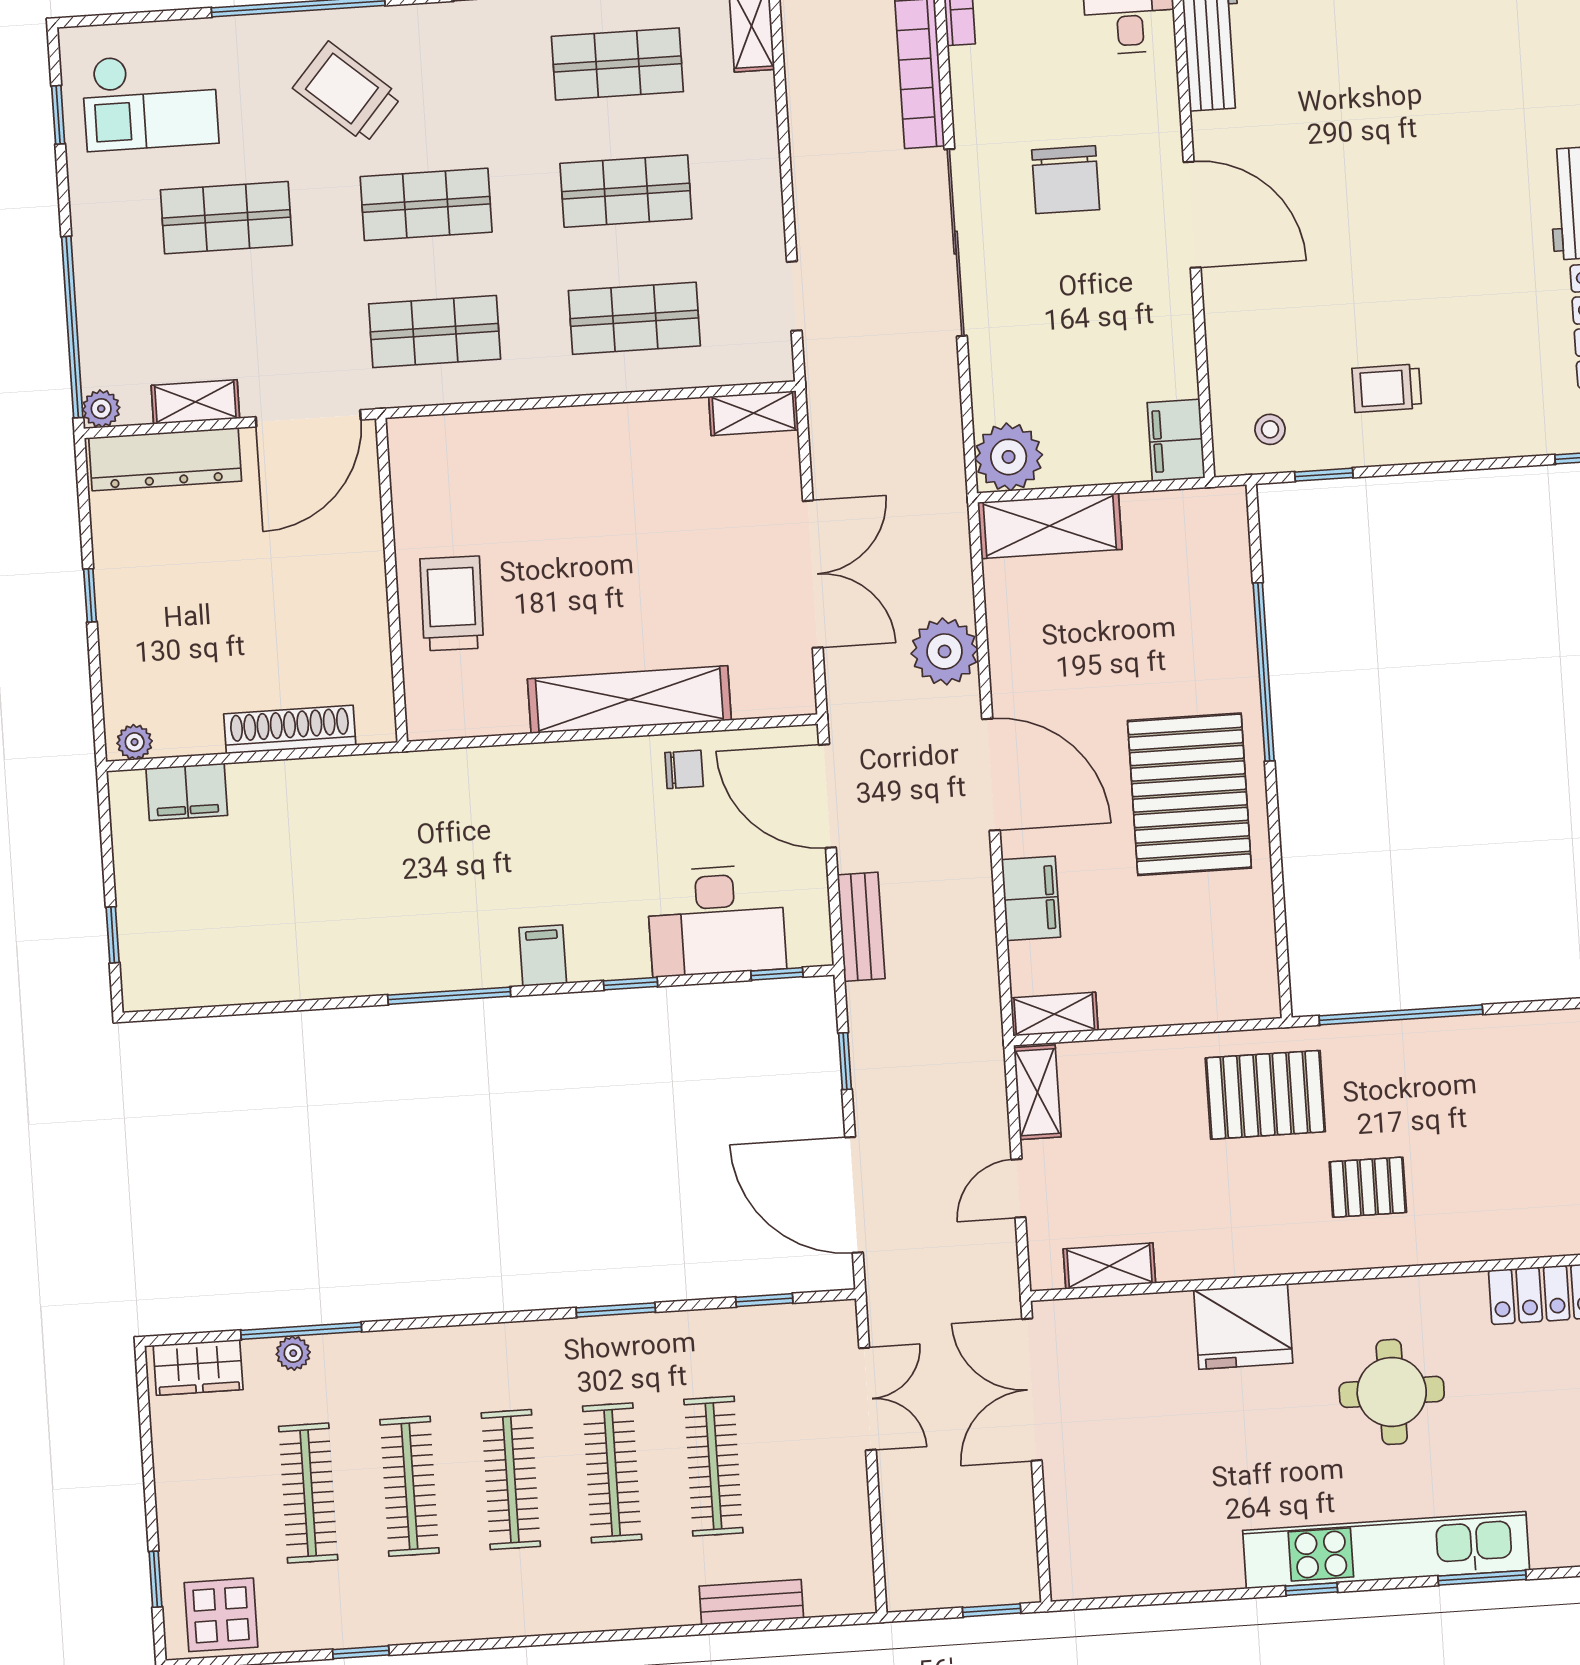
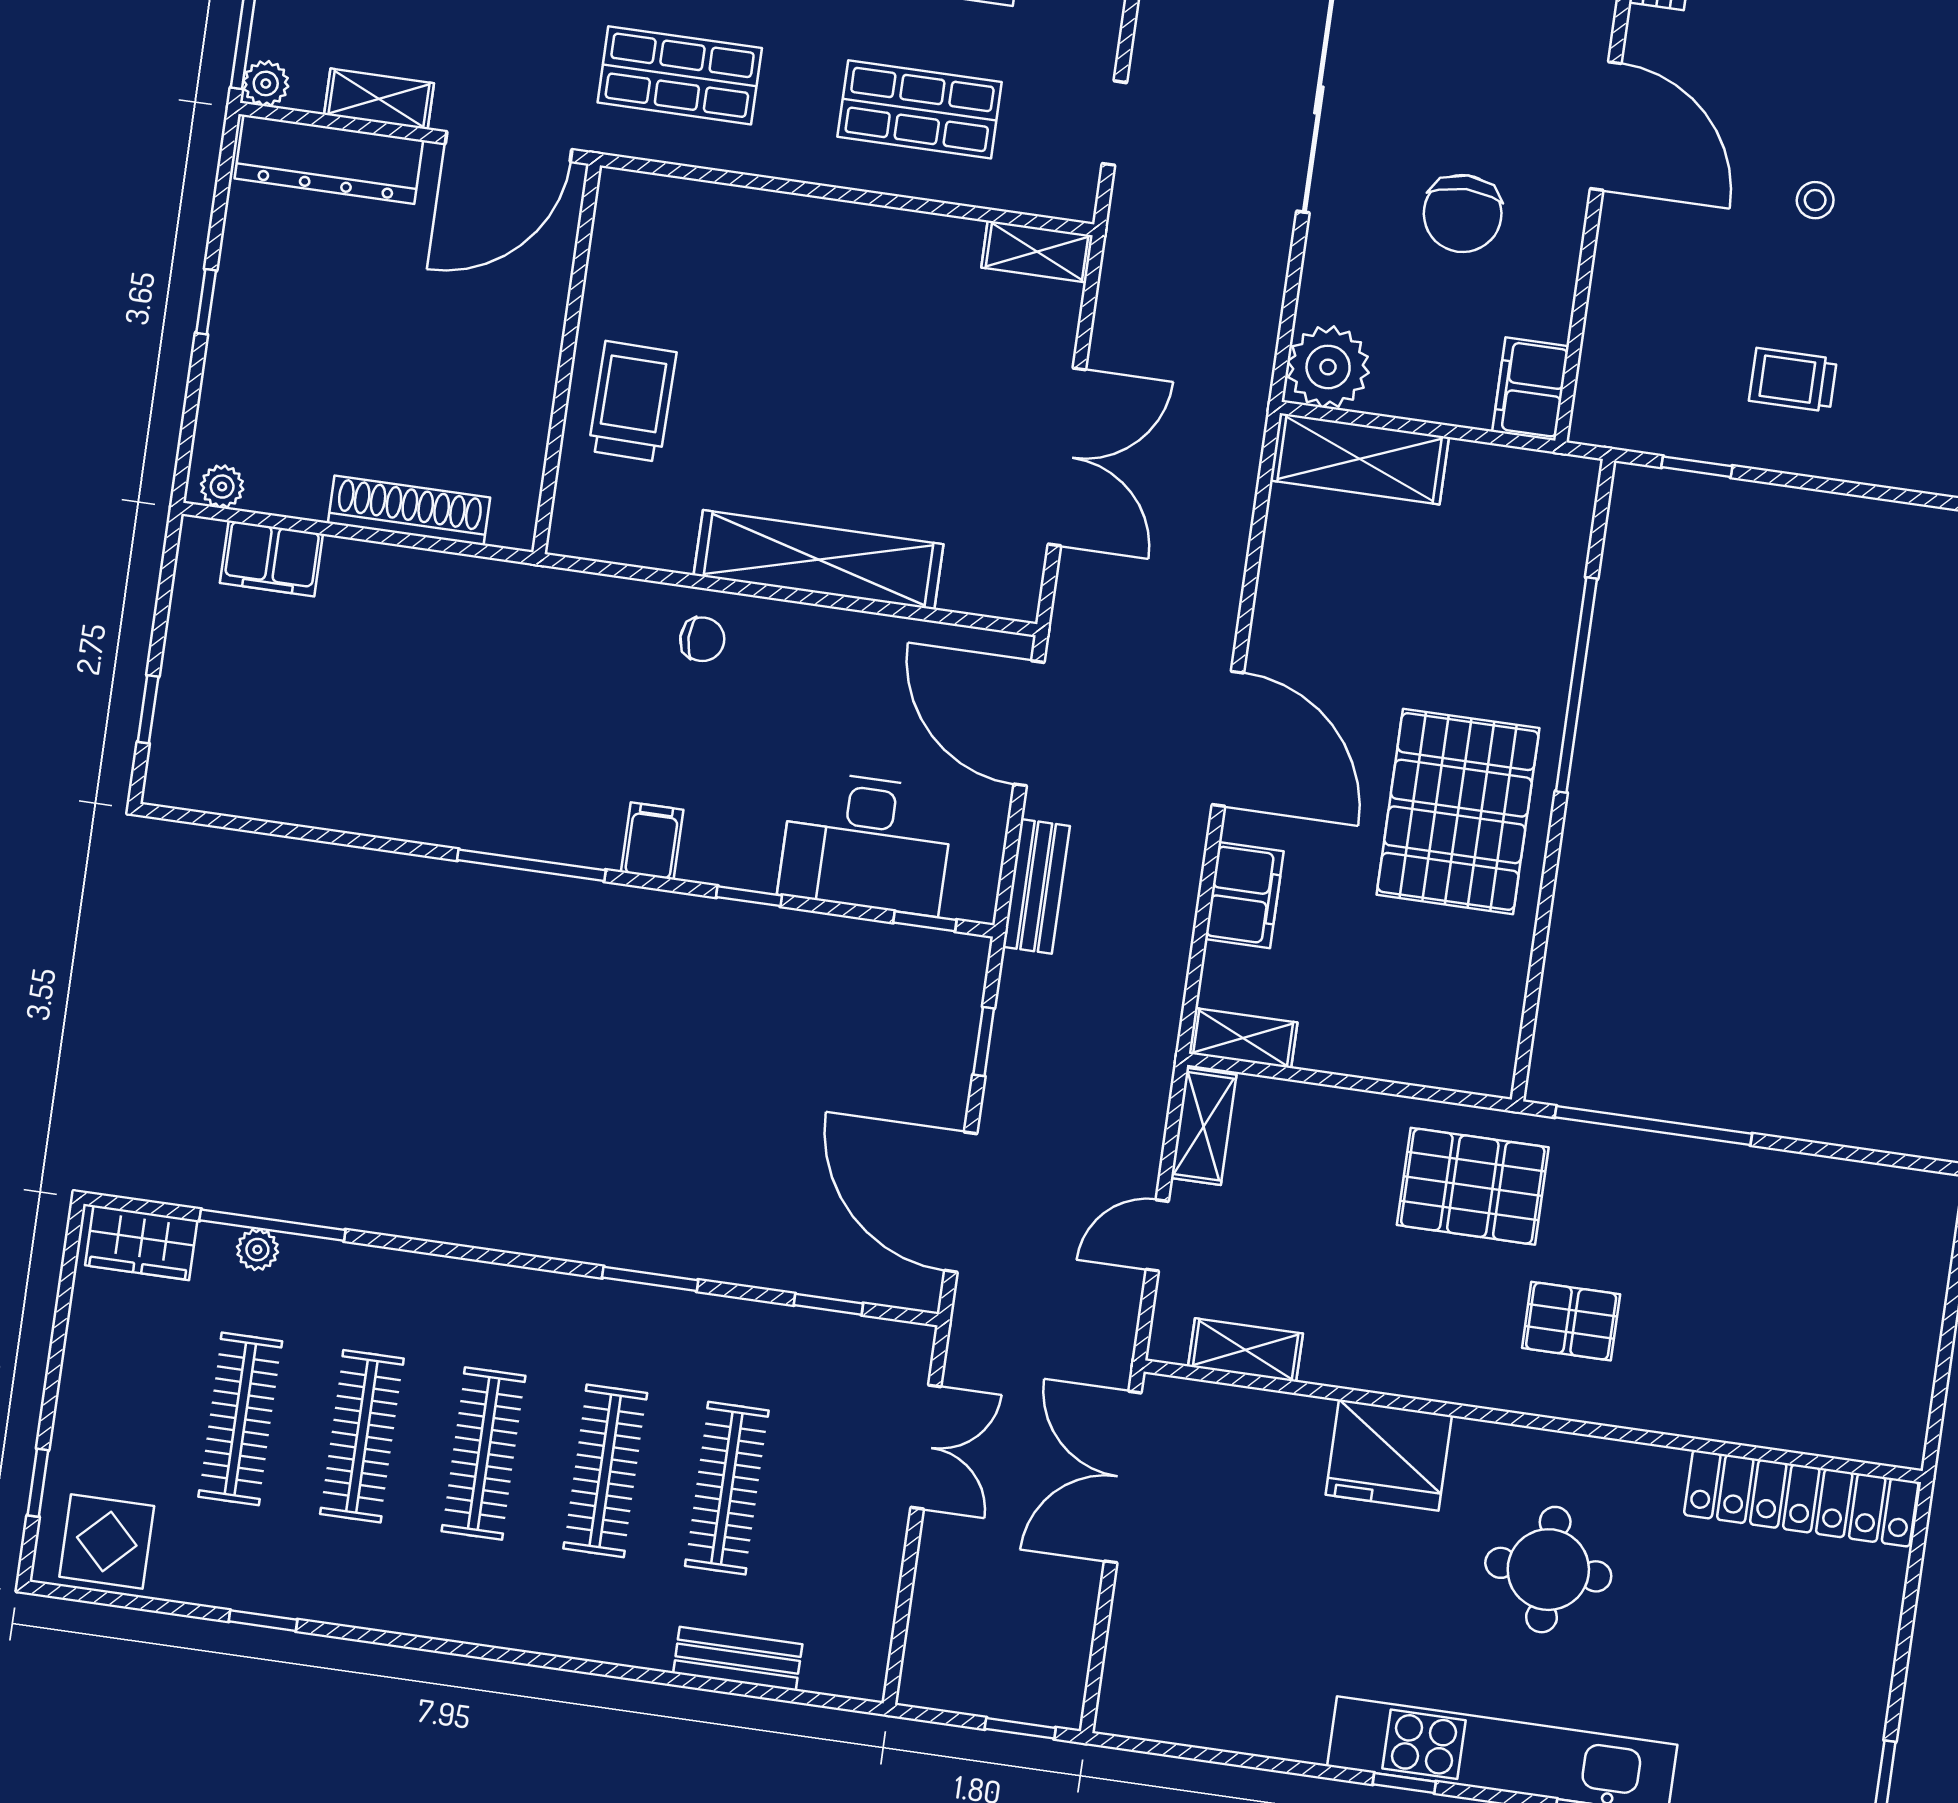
chair: (1066, 180) -> (1463, 214), moved
stool: (1270, 429) -> (1815, 200), moved
plant: (945, 651) -> (1204, 581), removed
chair: (684, 769) -> (702, 639), moved

